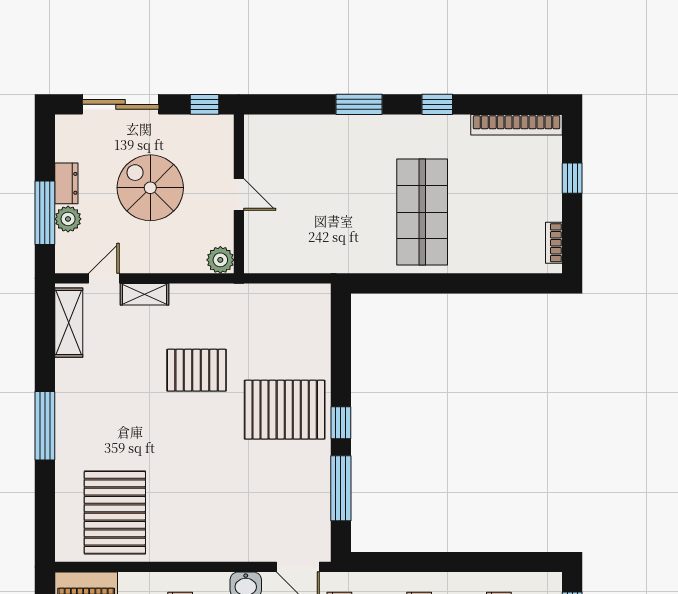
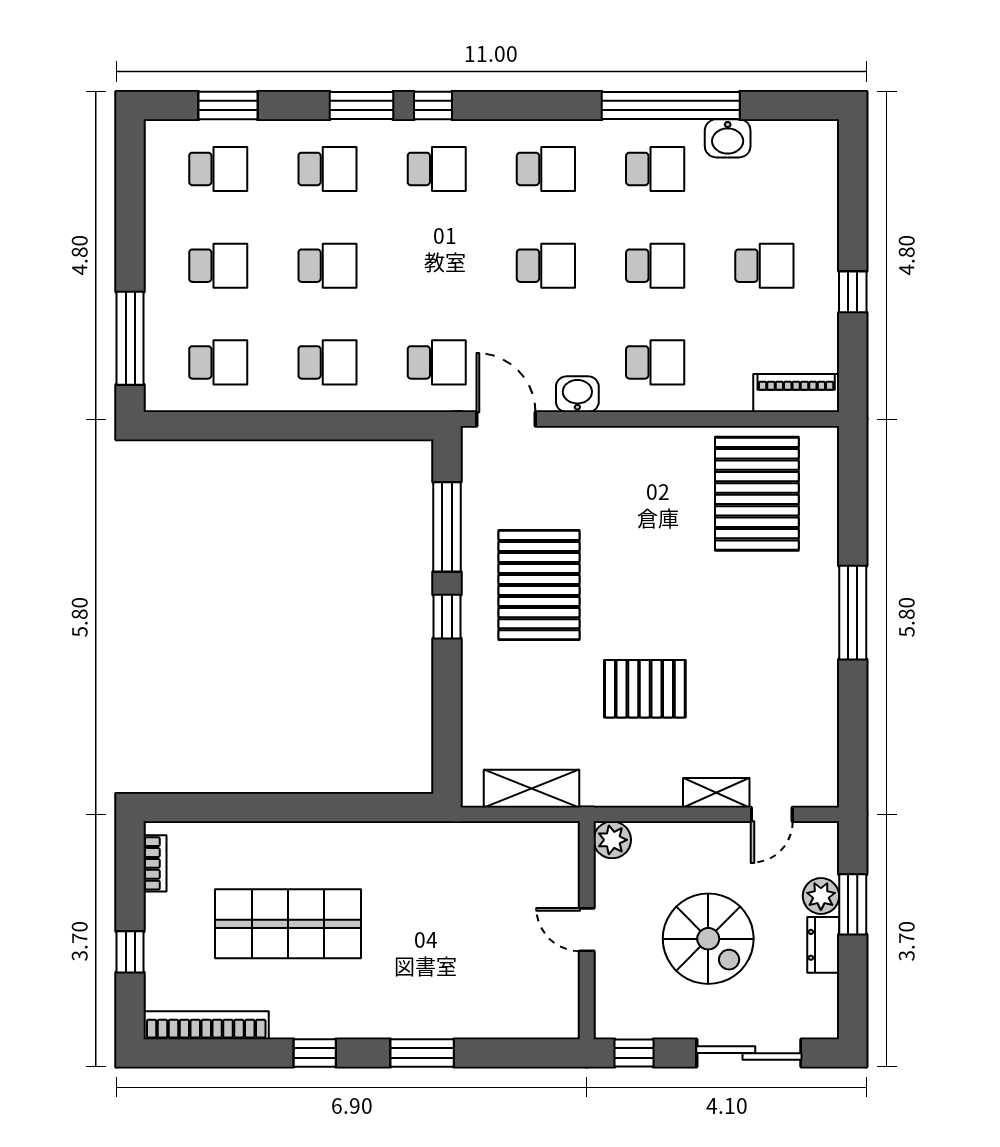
shop shelf: (422, 212) -> (288, 924), moved, turned 90
window: (45, 213) -> (853, 904), width x0.69
shelving: (69, 323) -> (531, 789), moved, turned 90
pallet: (285, 410) -> (539, 585), moved, turned 90

